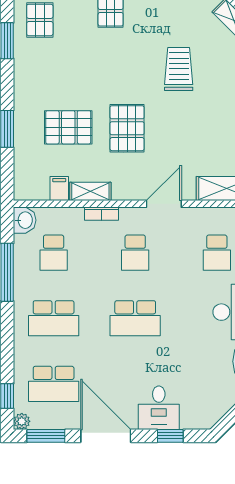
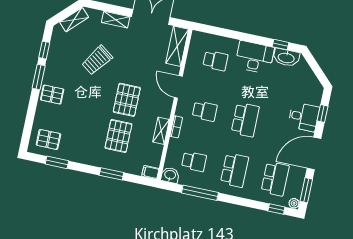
trolley: (179, 69) -> (97, 60), turned -54
pallet: (127, 128) -> (127, 100), turned 90
filing cabinet: (59, 189) -> (150, 172), moved

